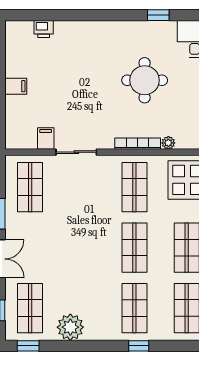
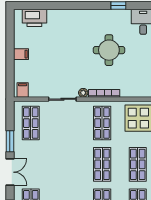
printer: (44, 29) -> (34, 18), width x1.87, depth x1.48
filing cabinet: (46, 139) -> (23, 90), moved
plant: (168, 143) -> (83, 93), moved

